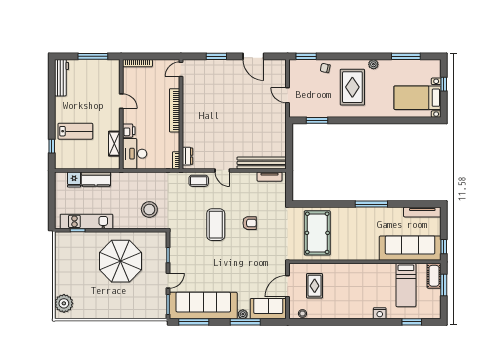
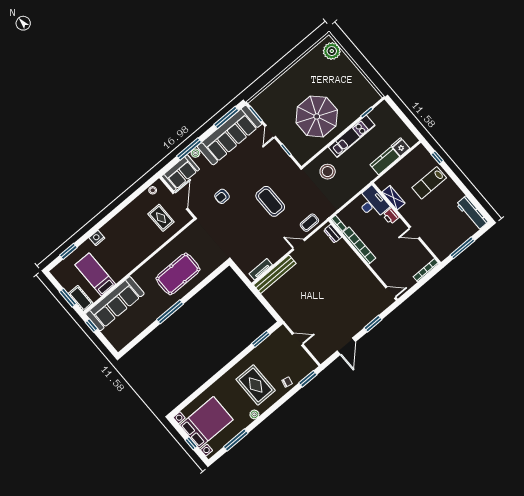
door: (253, 56) -> (346, 346), swing flipped
door: (181, 69) -> (391, 293), hinge flipped
bed with nightstands: (417, 98) -> (206, 422), width x1.36
bookcase: (175, 110) -> (359, 246), moved
tv unit: (422, 212) -> (128, 337), removed
kitchen unit: (86, 221) -> (352, 136), moved
armchair: (250, 223) -> (222, 196), moved
pool table: (317, 233) -> (178, 274), moved, turned 90

